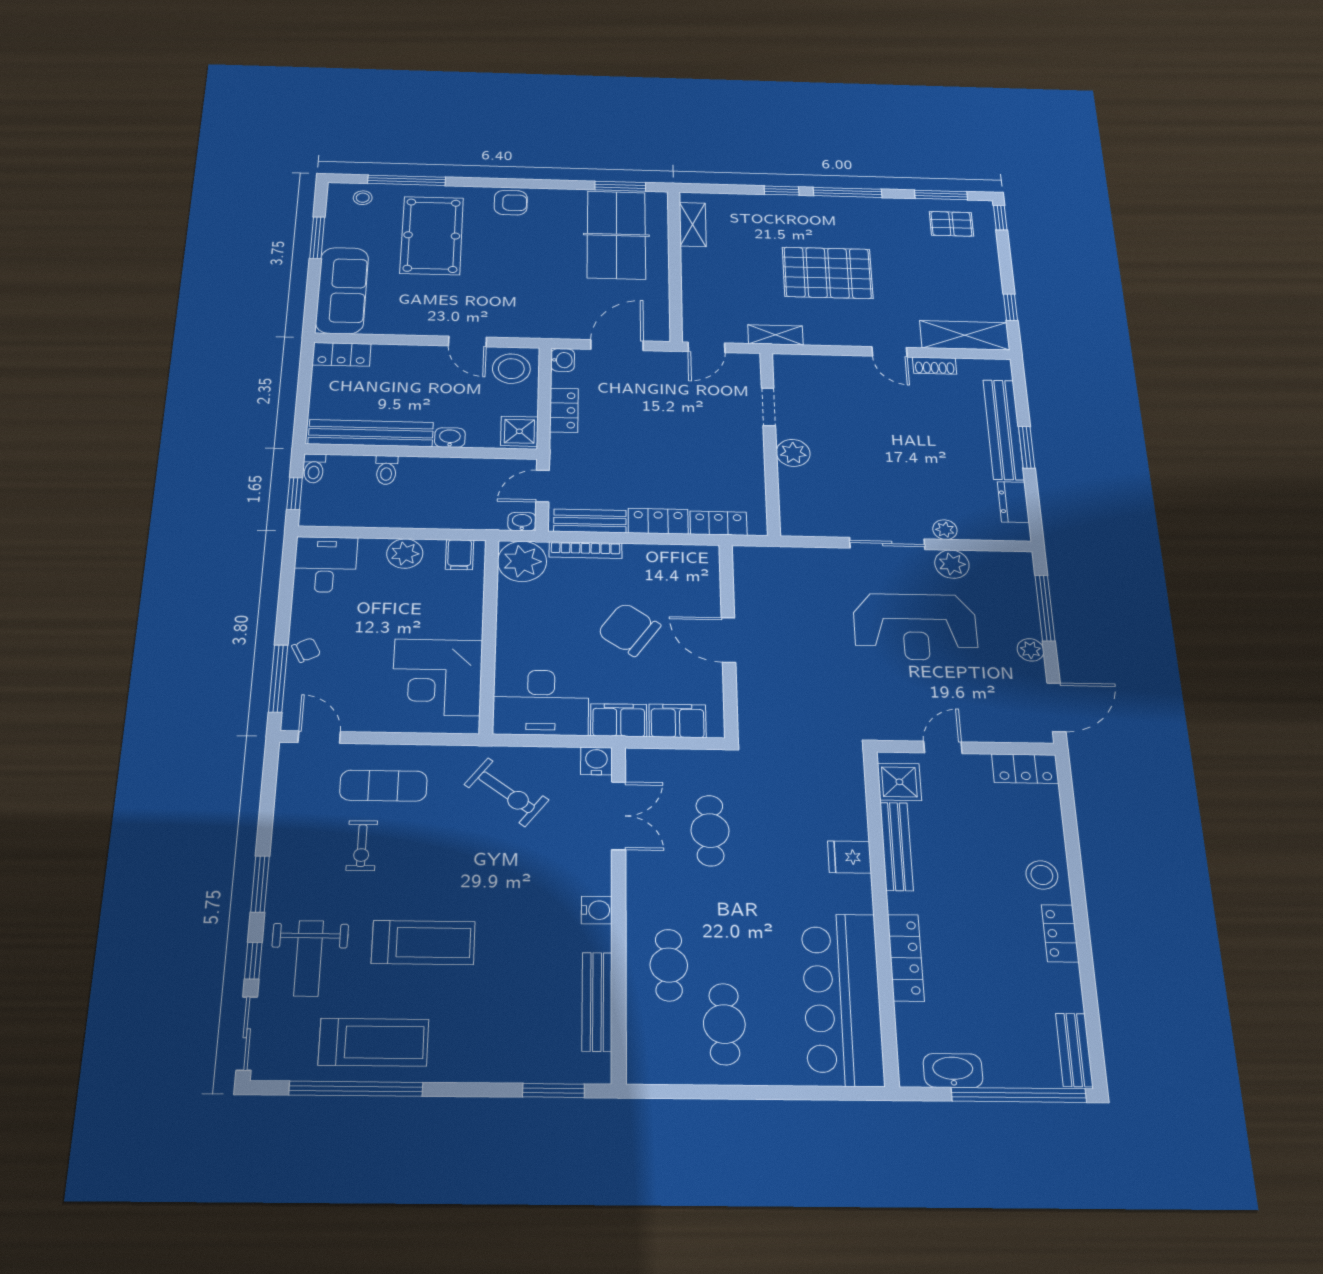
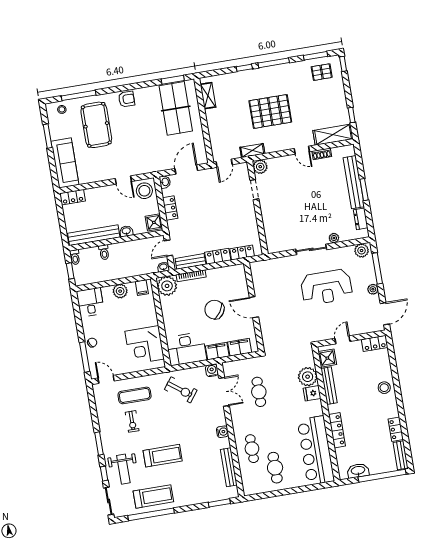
plant: (793, 453) -> (260, 167), moved
plant: (952, 564) -> (362, 251), moved
plant: (843, 816) -> (308, 377), added
locker: (1060, 933) -> (396, 429), moved

